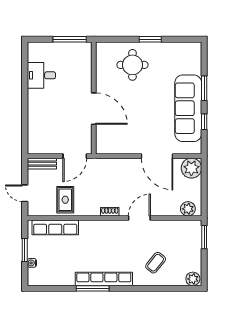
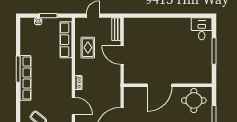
desk: (41, 75) -> (202, 29), moved
wall: (94, 98) -> (168, 85), moved
door: (94, 109) -> (159, 85), moved
rug: (65, 200) -> (88, 48), turned 90

